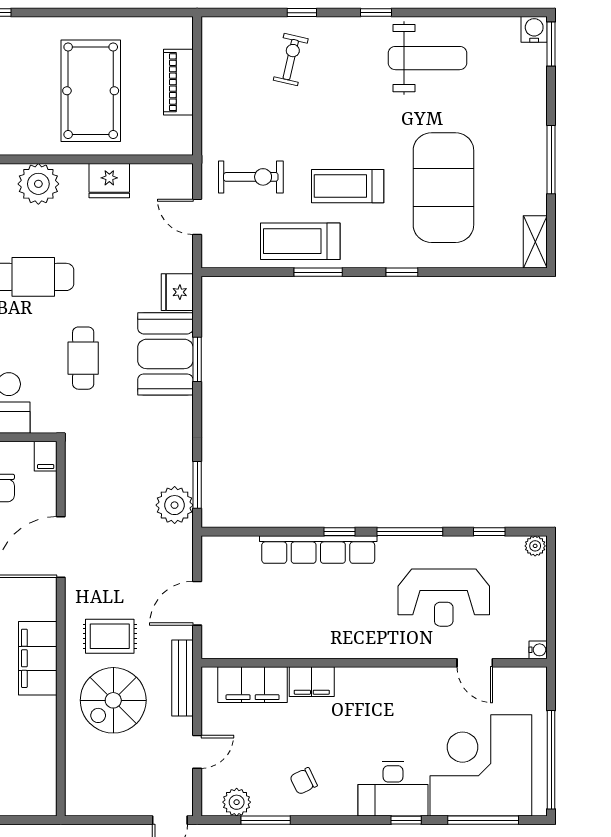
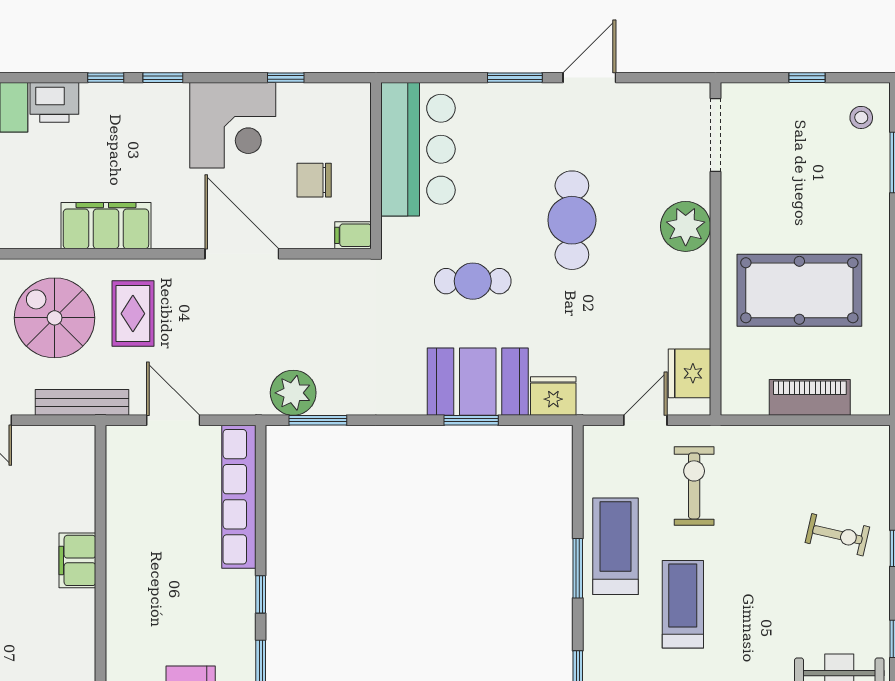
exercise bike: (251, 177) -> (694, 486), turned 180
fridge: (109, 181) -> (690, 373), moved
row of seats: (318, 550) -> (239, 497), moved
filing cabinet: (253, 685) -> (74, 488), removed

